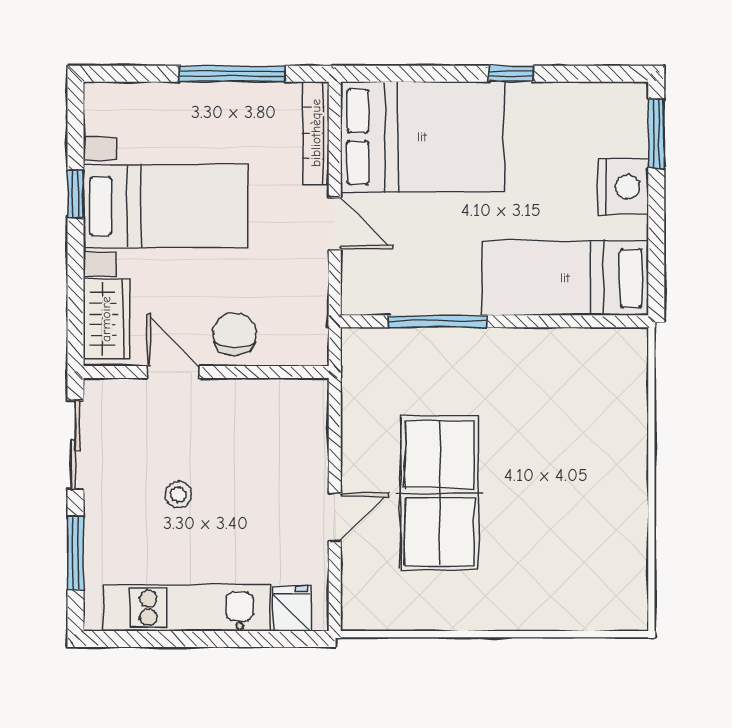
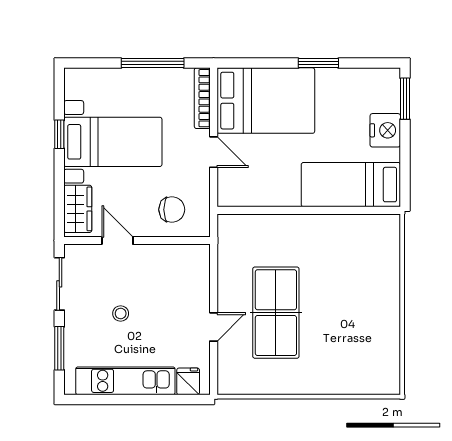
window: (511, 74) -> (318, 63), width x1.50
window: (438, 321) -> (275, 210), removed
chair: (235, 334) -> (172, 210), moved, turned 90

